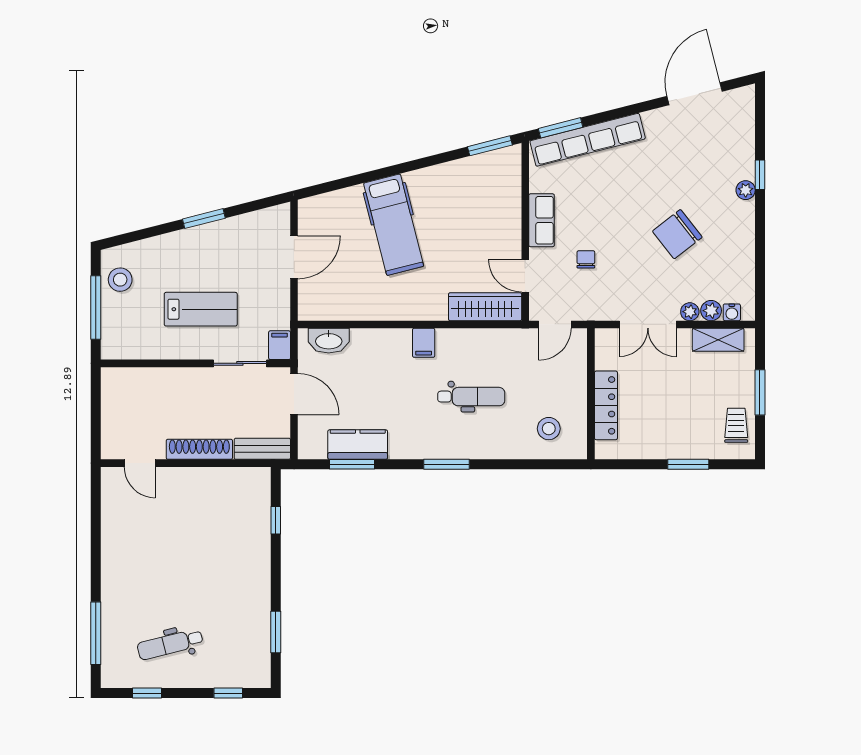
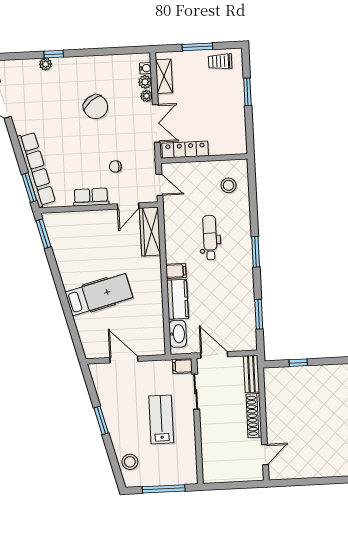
plant: (746, 190) -> (46, 64), moved
stool: (120, 280) -> (130, 462), moved
door: (294, 394) -> (214, 355), hinge flipped
locker: (606, 405) -> (185, 150), moved
kitchen counter: (358, 445) -> (178, 299), moved, turned 180

